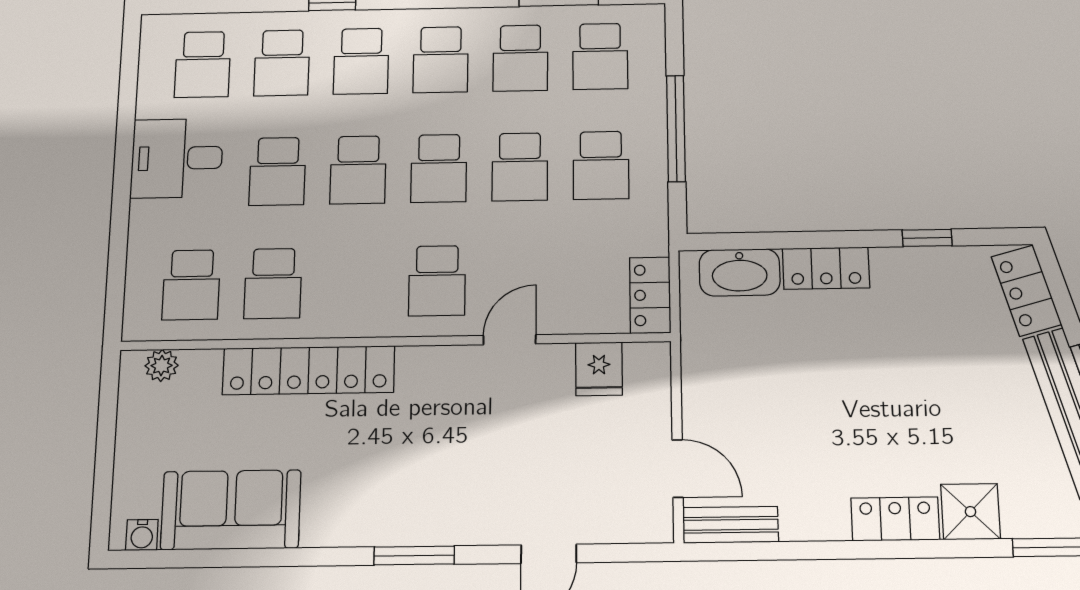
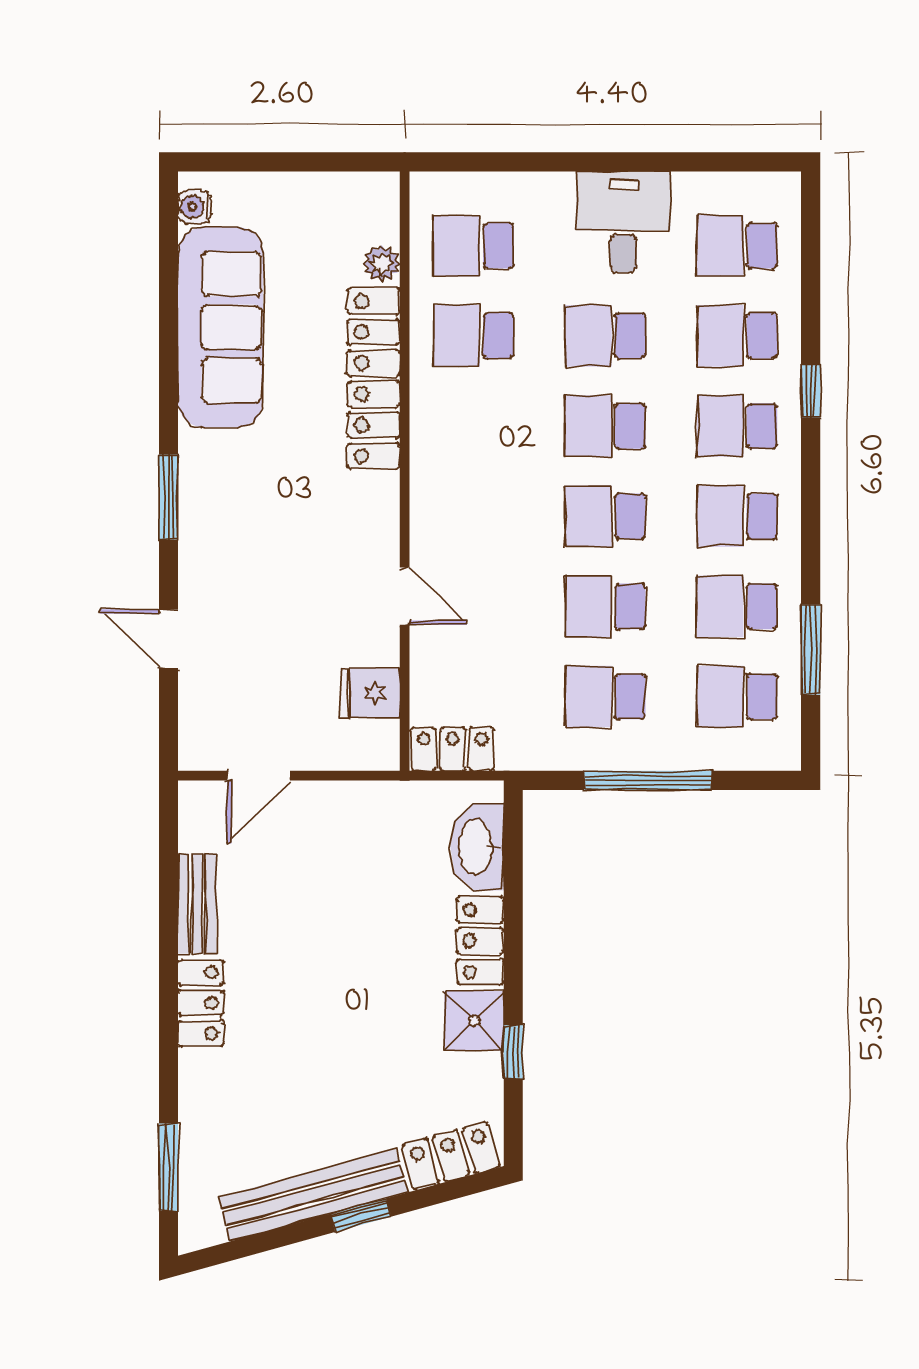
school desk: (437, 281) -> (474, 516), removed
plant: (162, 366) -> (382, 263), moved
sofa: (231, 510) -> (220, 327), width x1.36
shower: (970, 512) -> (474, 1021), moved
bench: (731, 525) -> (197, 904), moved

